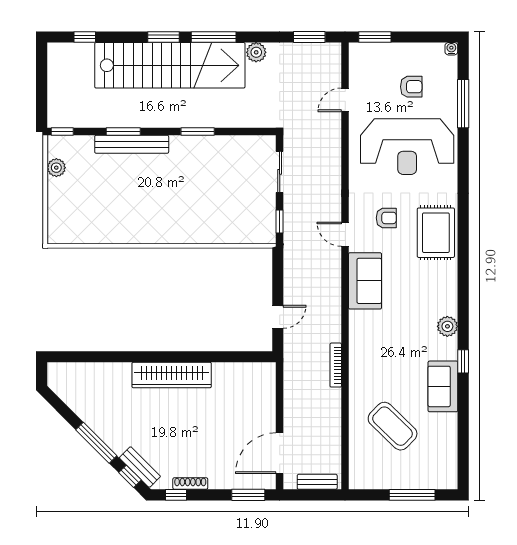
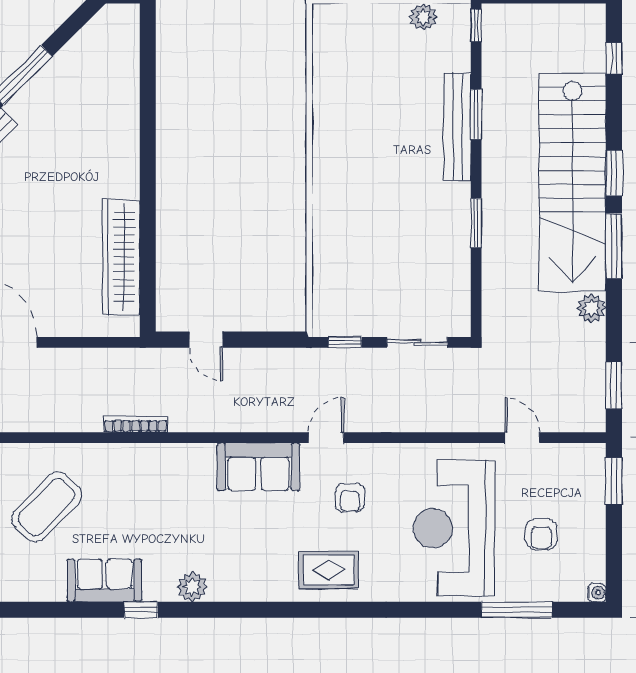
rug: (436, 233) -> (329, 570), width x0.73, depth x0.70
wardrobe: (172, 375) -> (121, 257), moved

